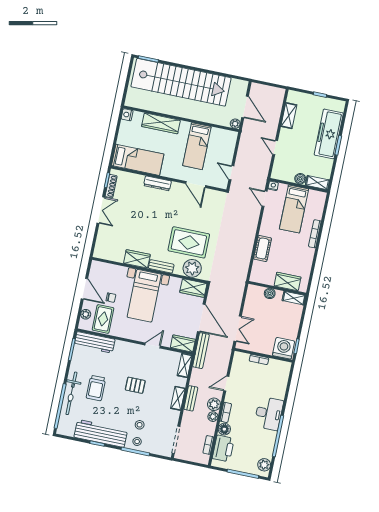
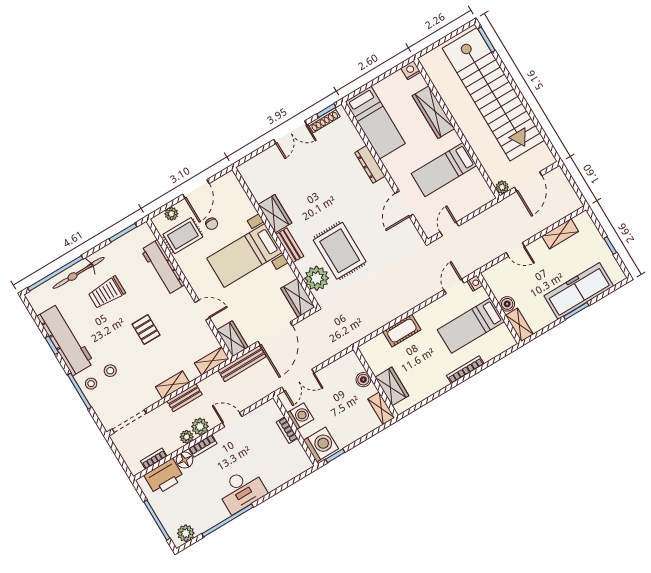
door: (275, 147) -> (515, 249), swing flipped
workbench: (95, 342) -> (163, 267), moved
washing machine: (258, 345) -> (300, 416), added

